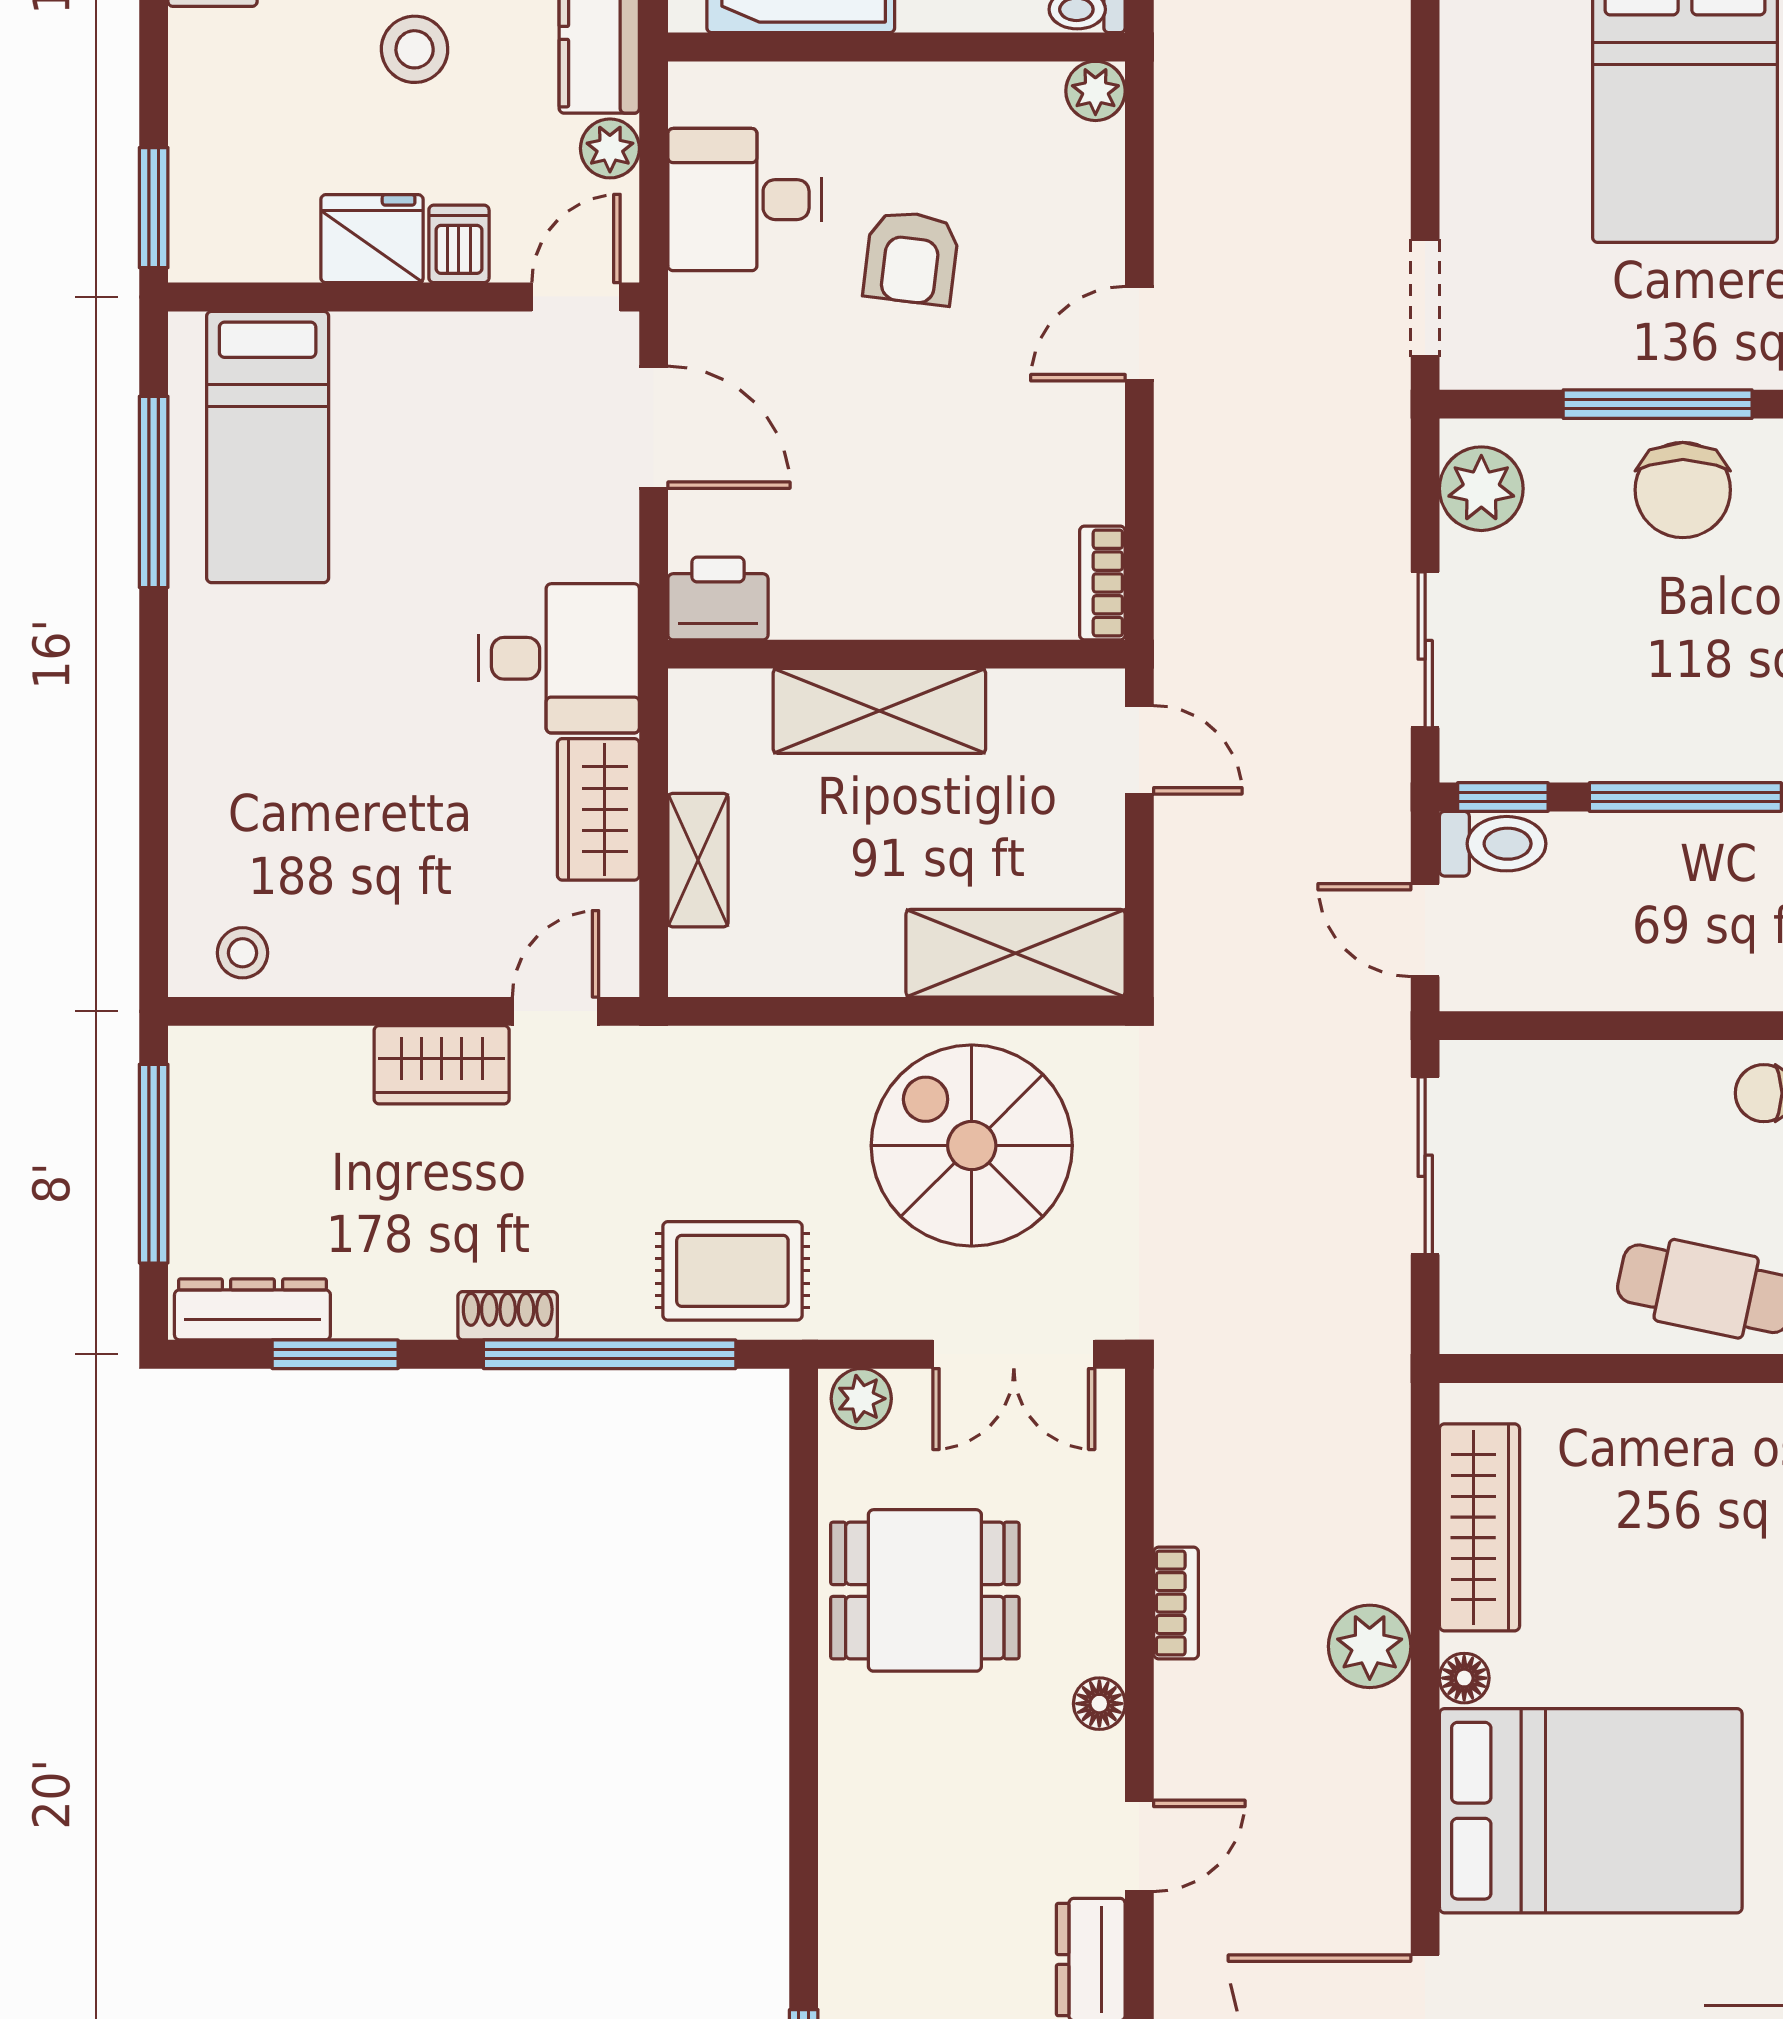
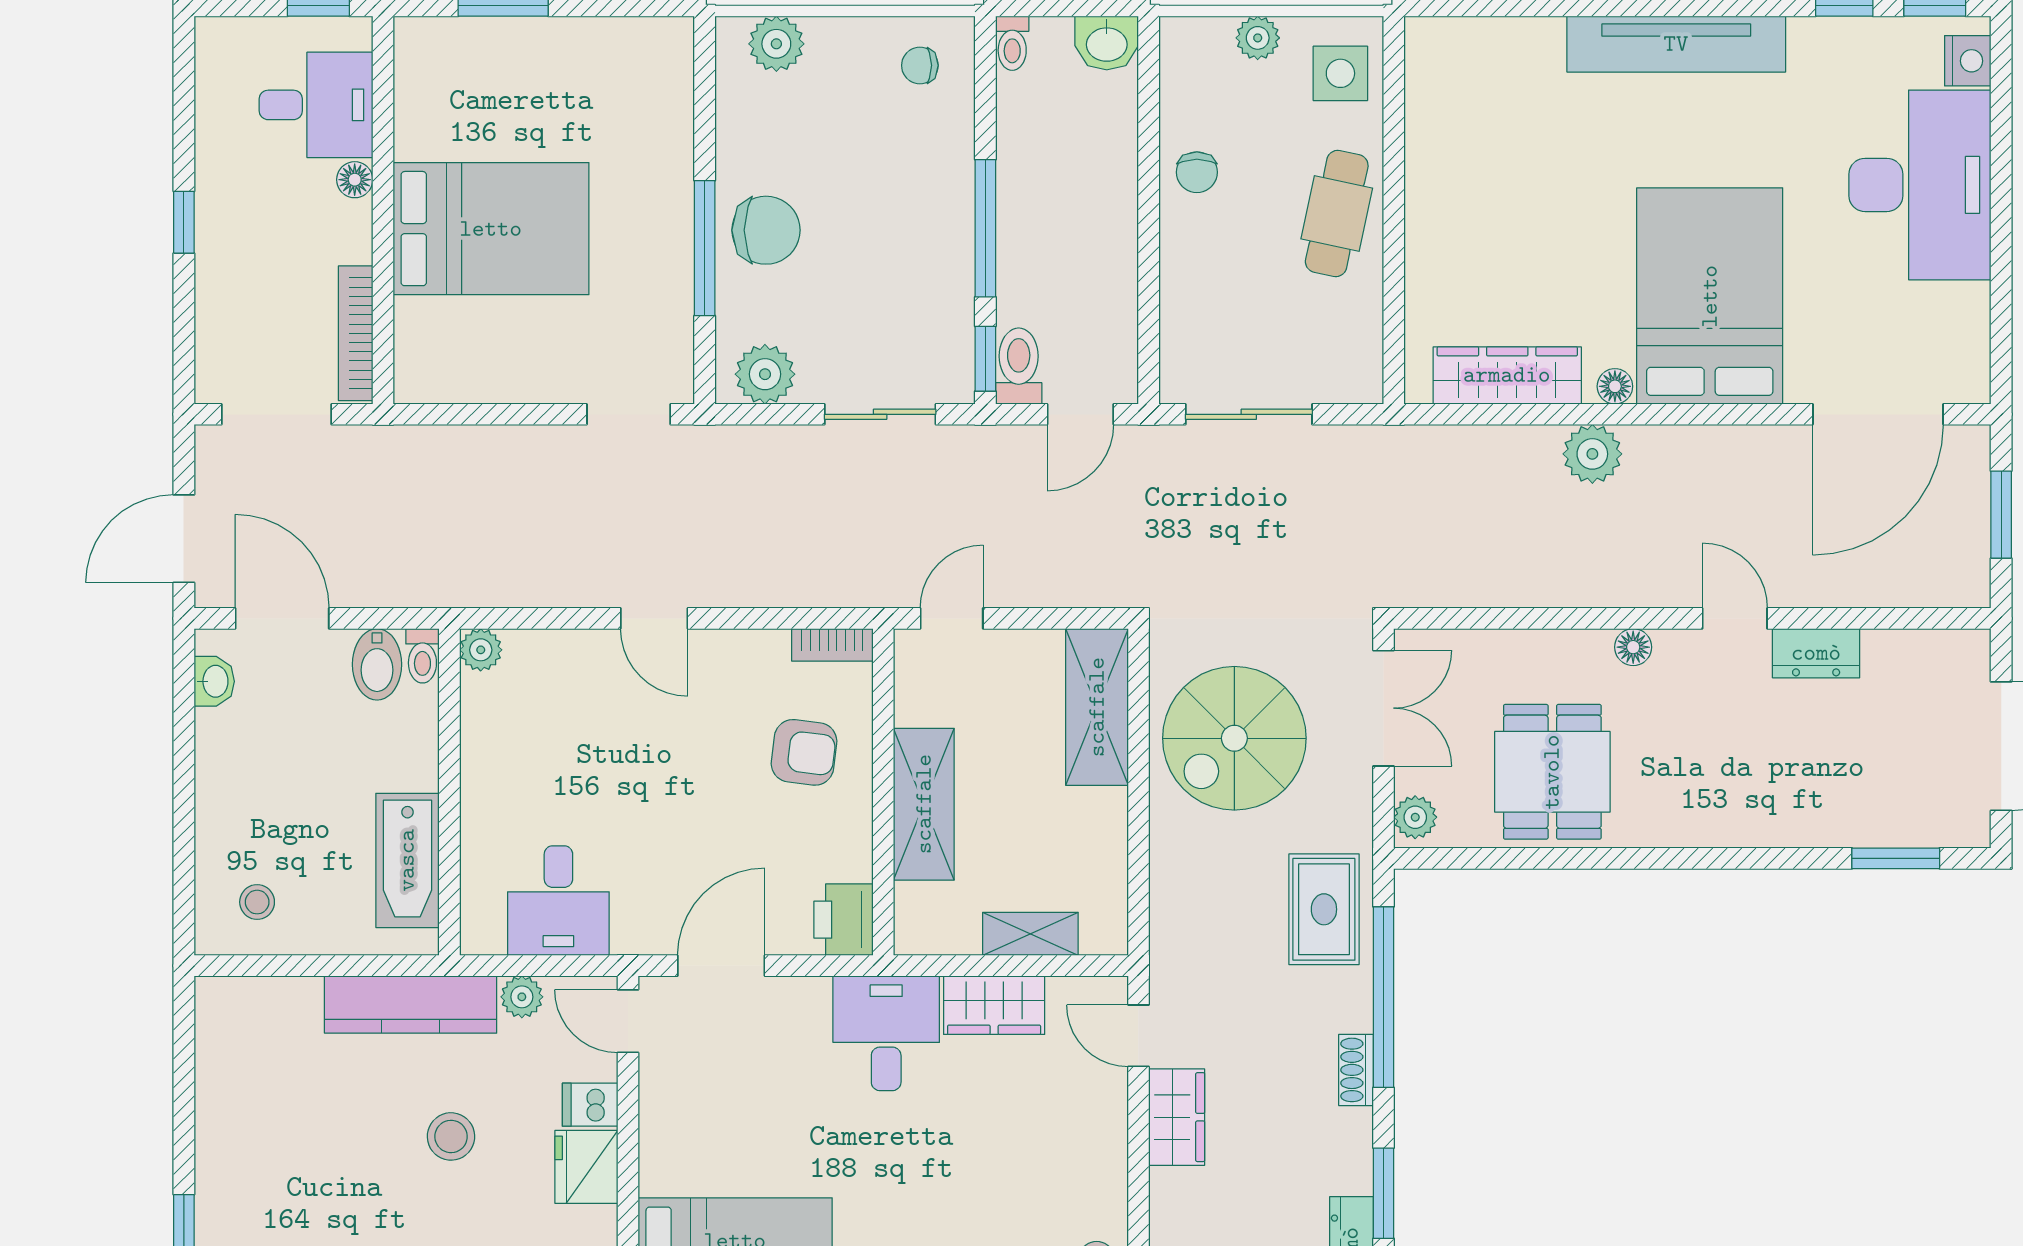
armchair: (911, 258) -> (804, 752), moved
bookcase: (1176, 1603) -> (1561, 592), removed

